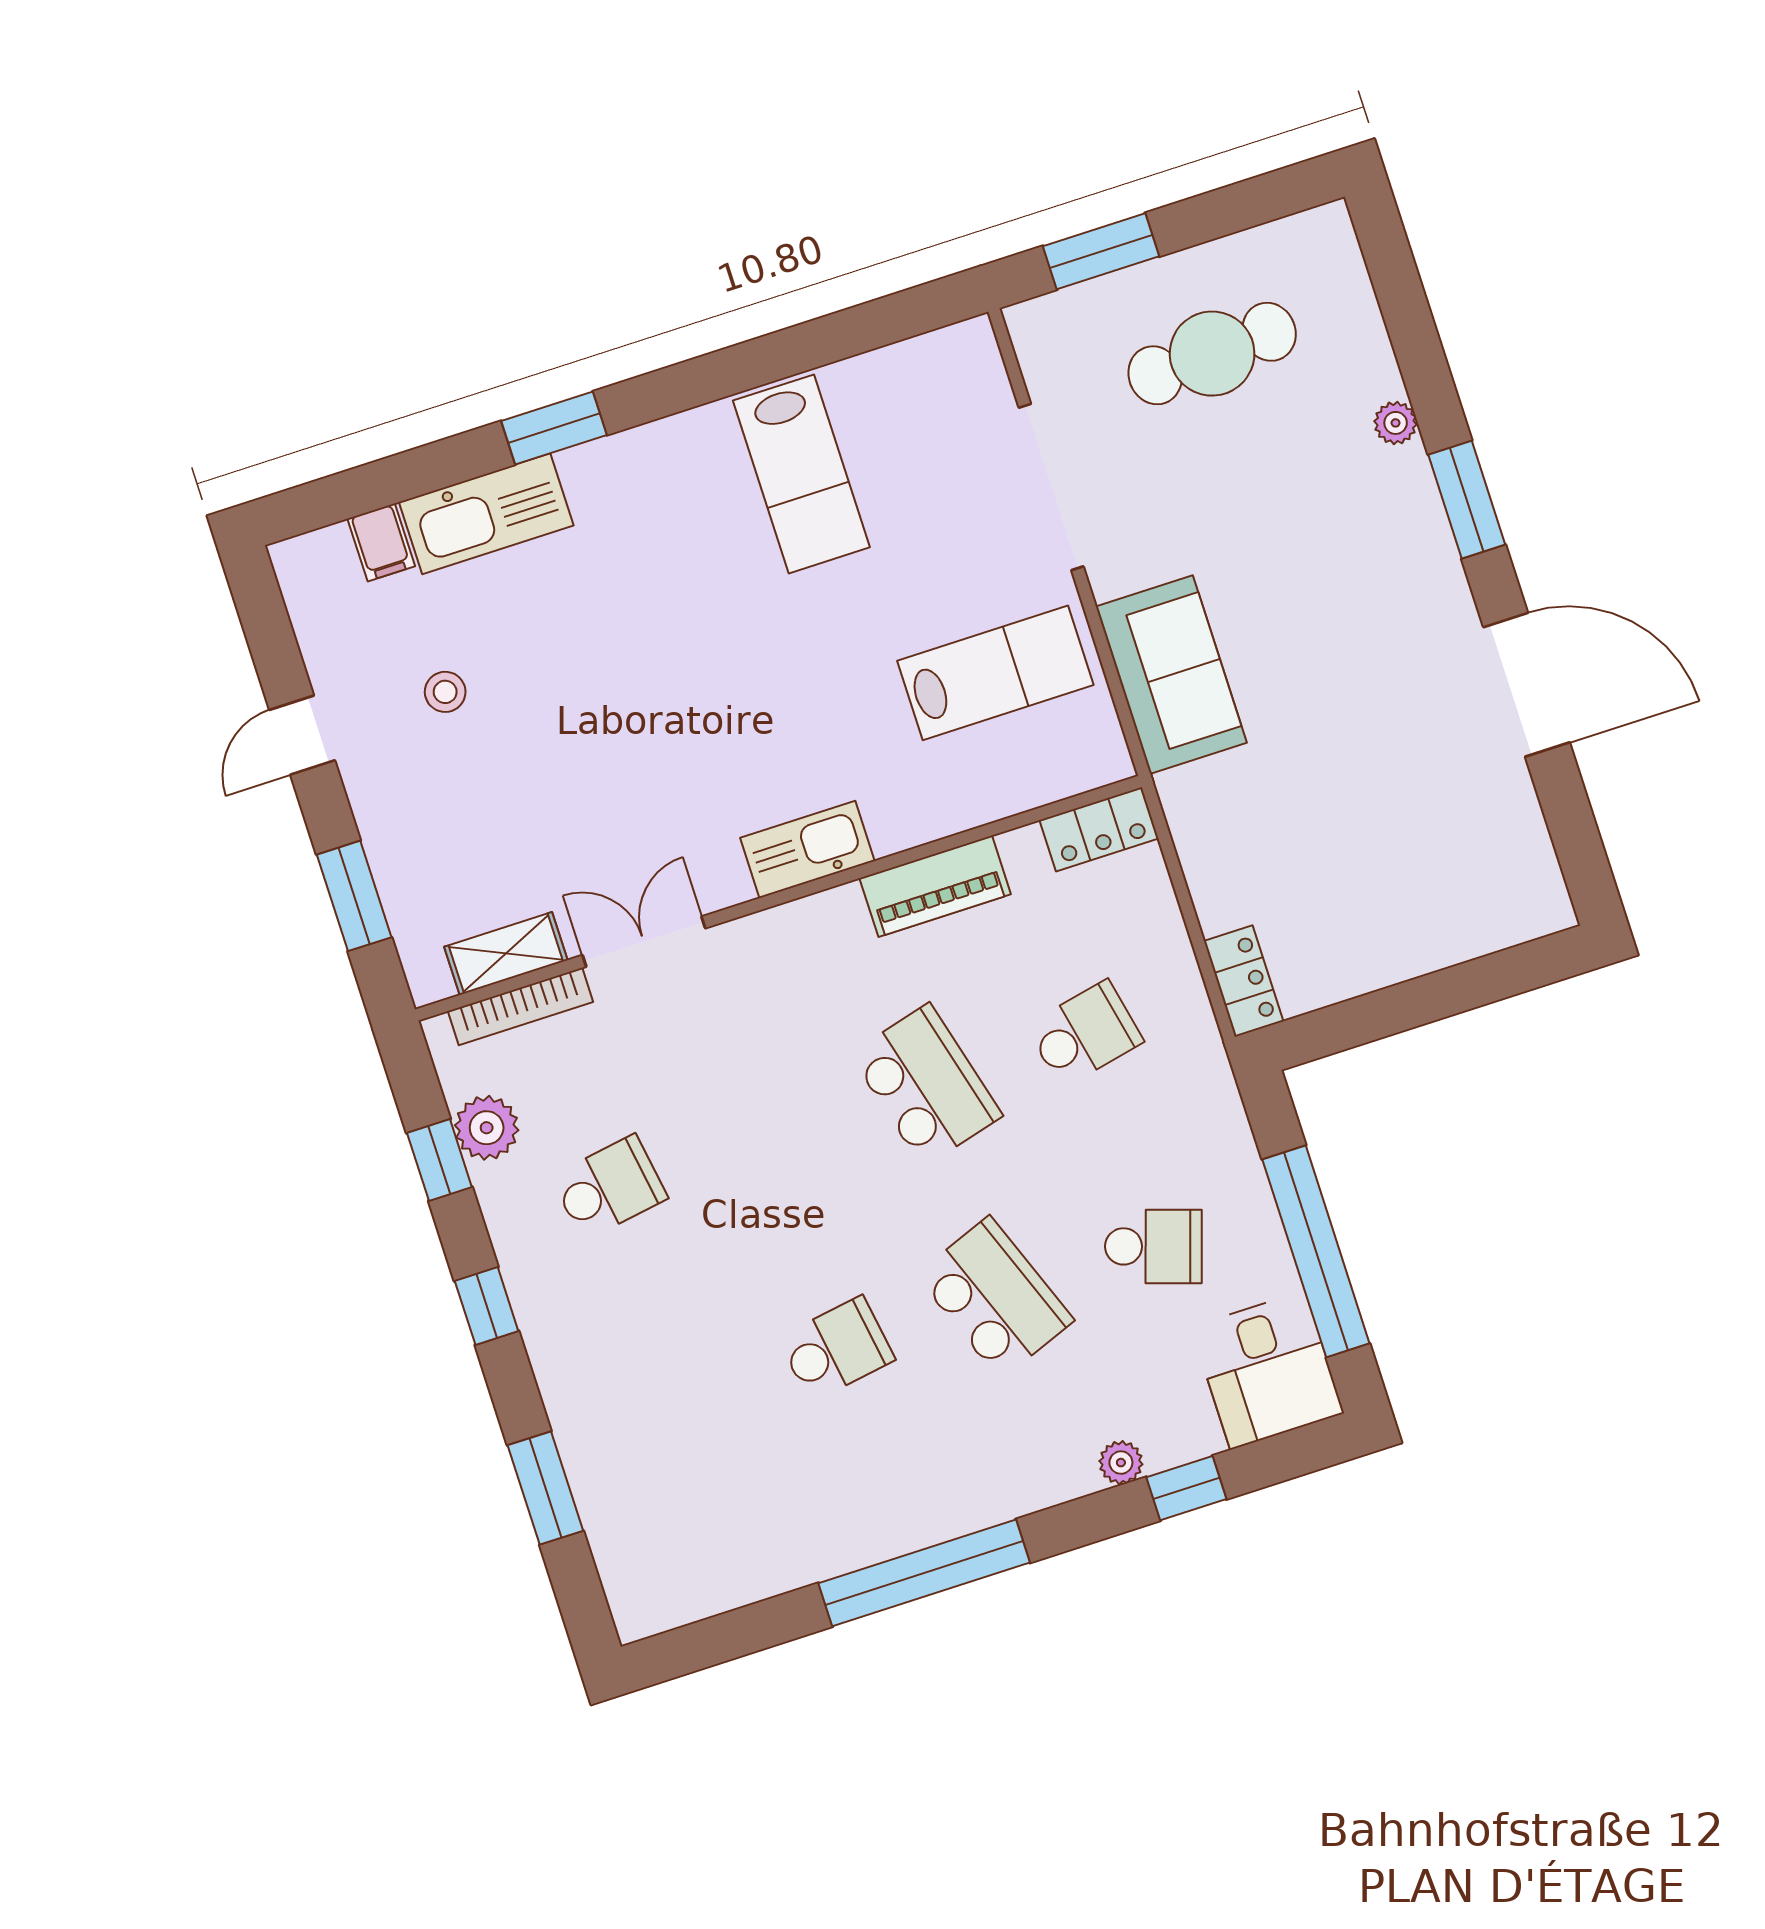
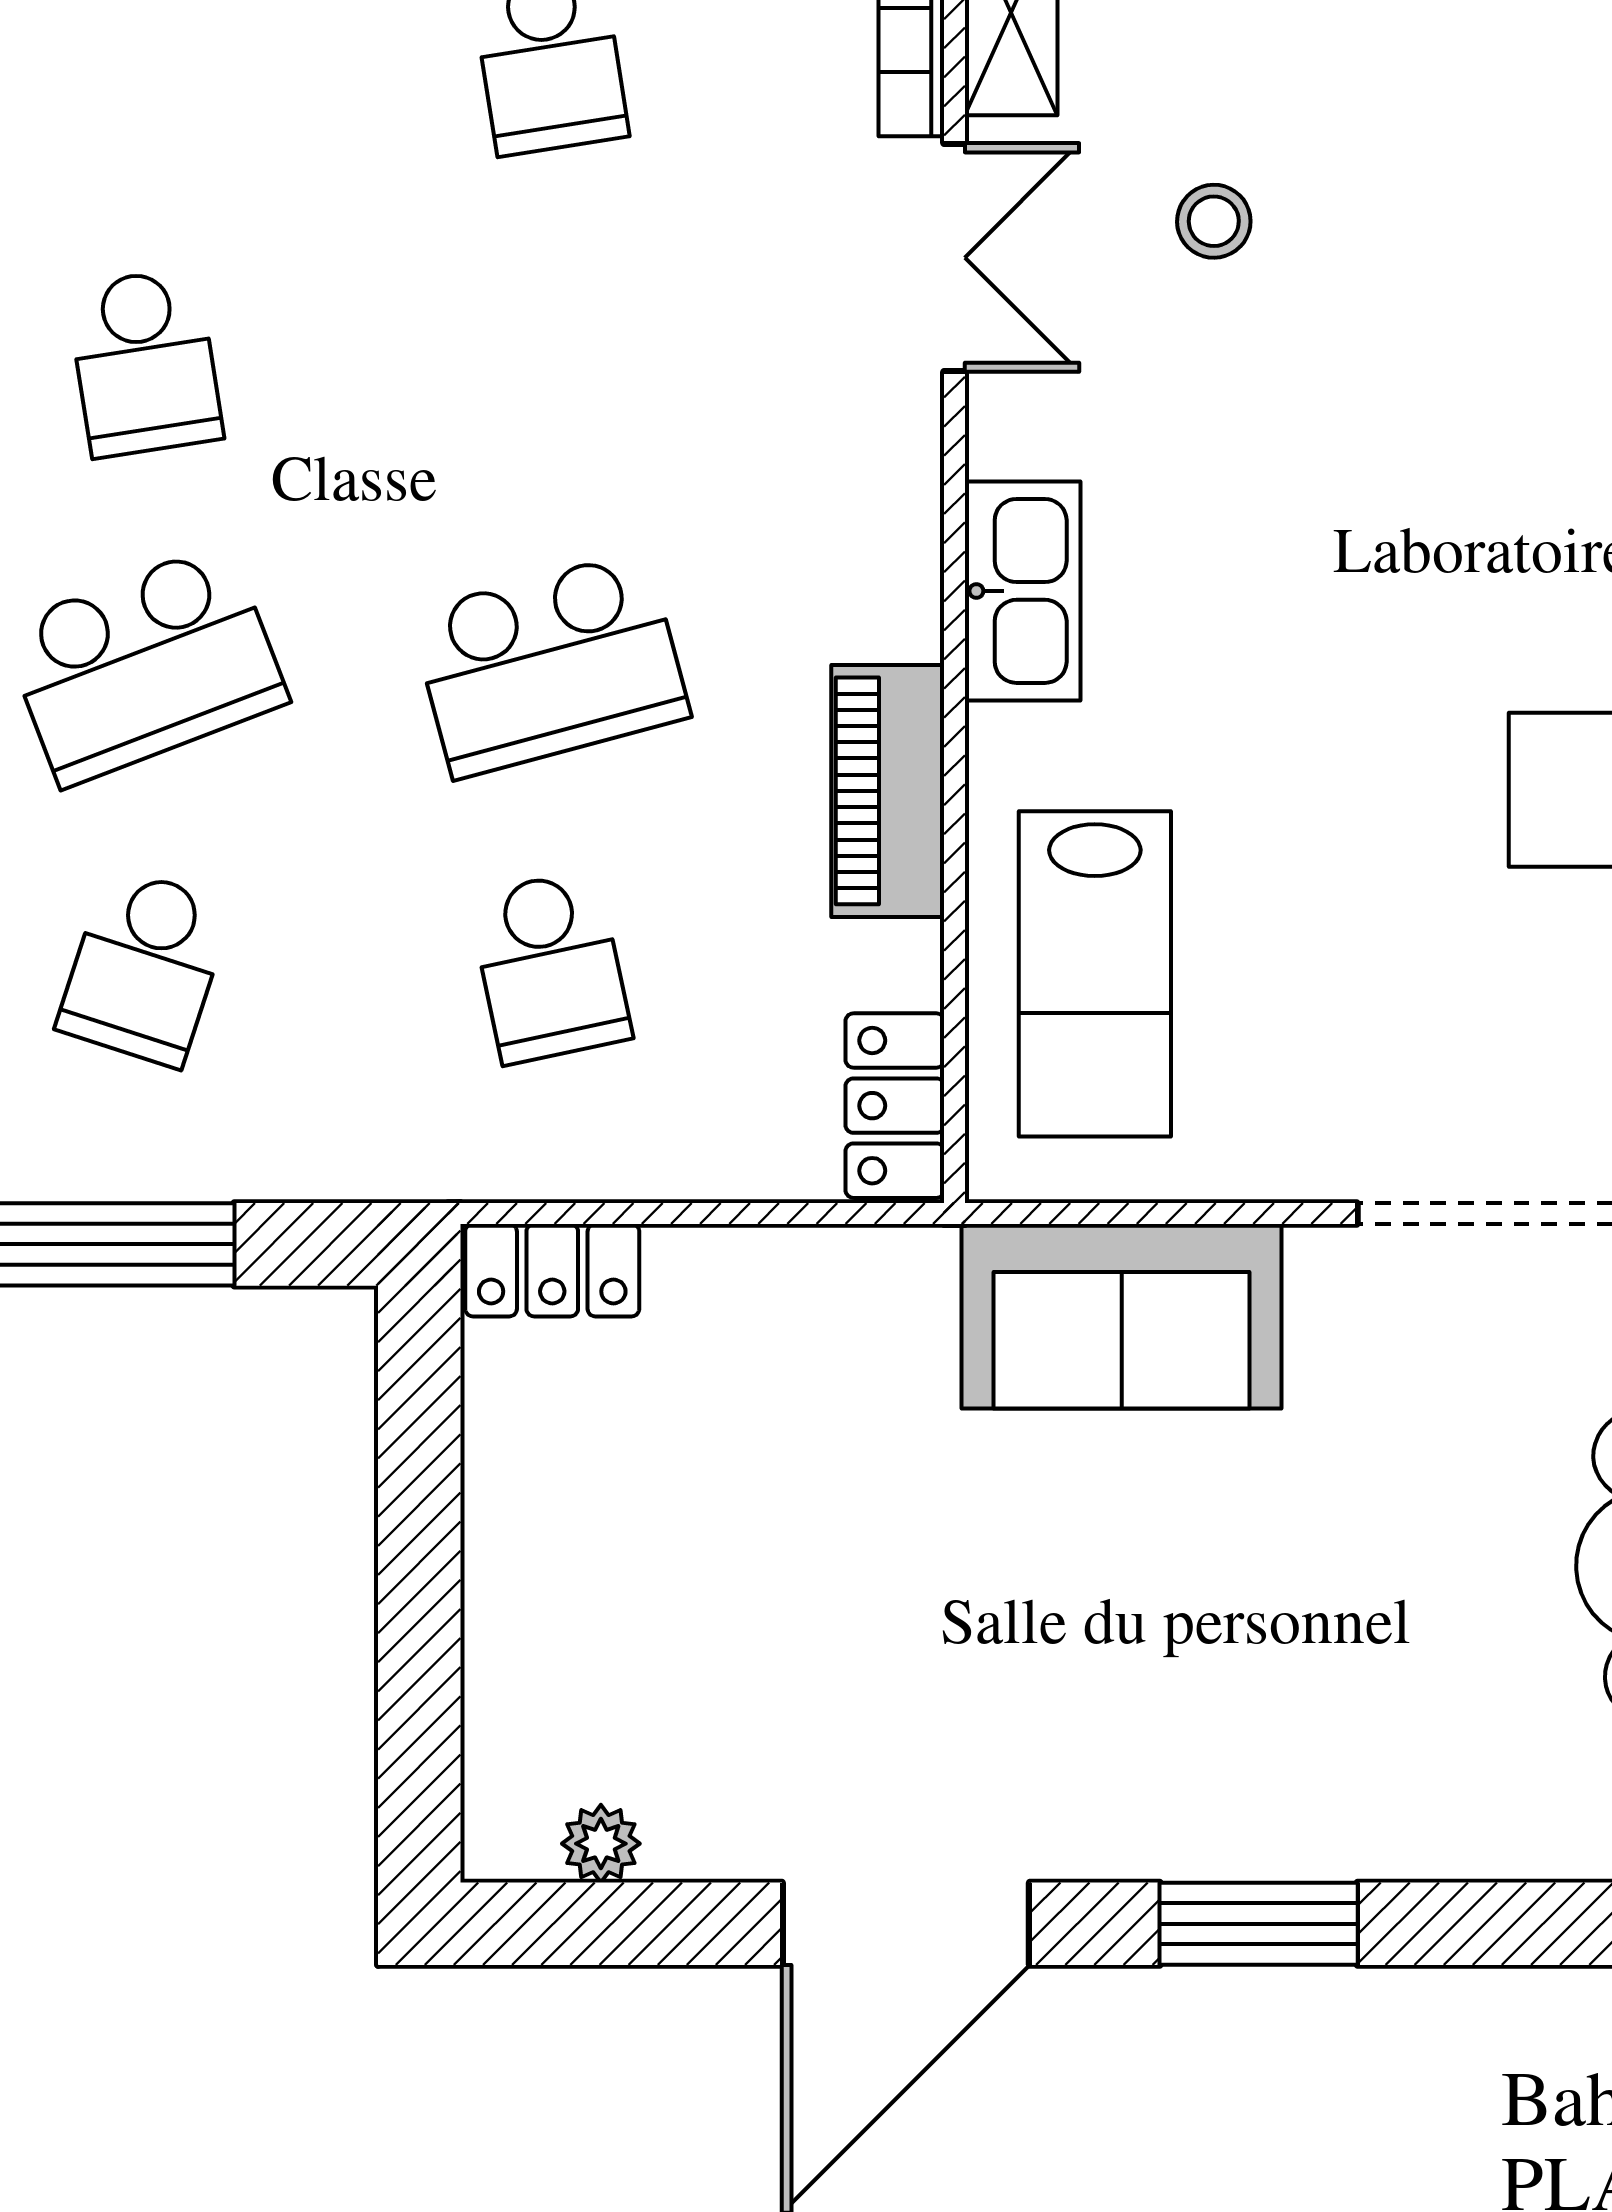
plant: (1396, 423) -> (601, 1844), moved
lab bench: (995, 673) -> (1095, 974), moved
stool: (445, 692) -> (1214, 221), moved

